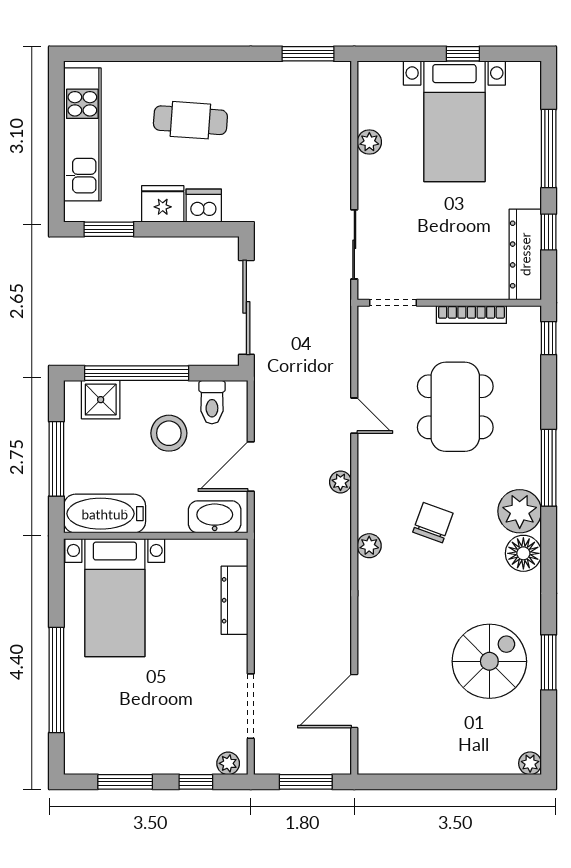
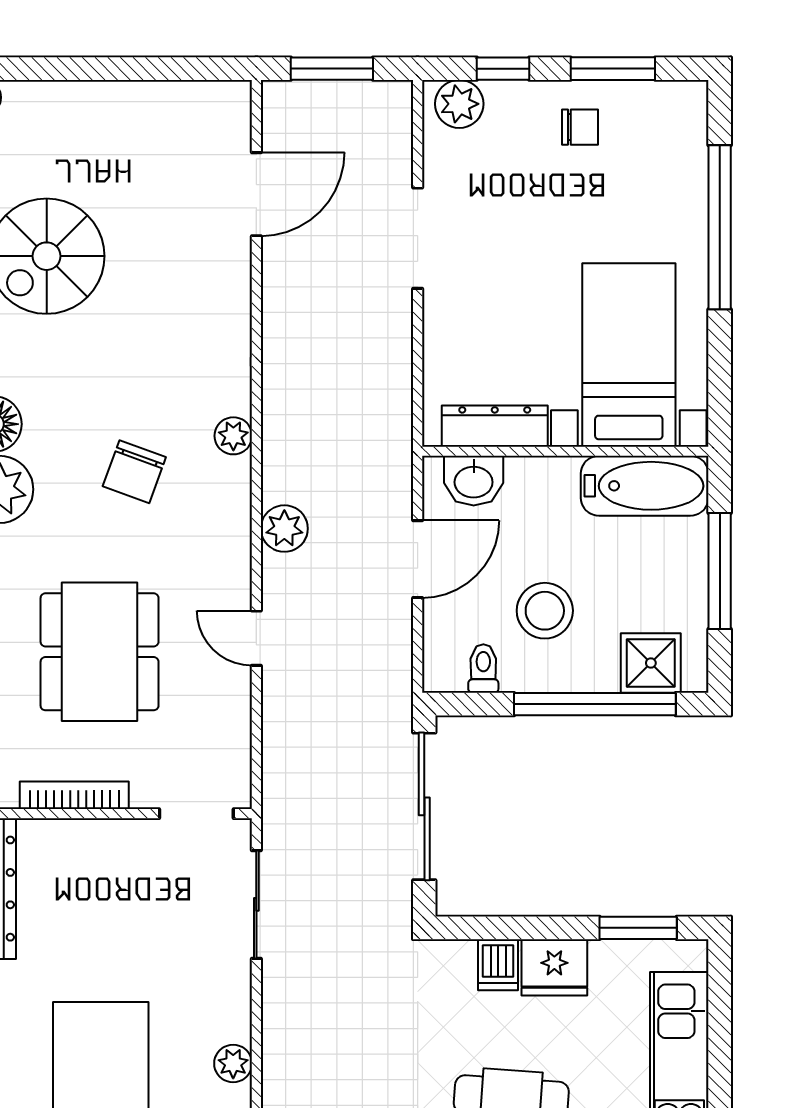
dishwasher: (204, 206) -> (498, 965), width x0.73
toilet: (212, 402) -> (483, 668), width x0.73, depth x0.72
plant: (340, 482) -> (284, 529), width x1.38, depth x1.38
washbasin: (215, 517) -> (474, 481), width x0.72
dresser: (234, 600) -> (495, 426), moved, turned -90
doorway: (251, 706) -> (418, 238), moved
chair: (146, 744) -> (580, 127), added
plant: (228, 763) -> (459, 104), width x1.38, depth x1.38

